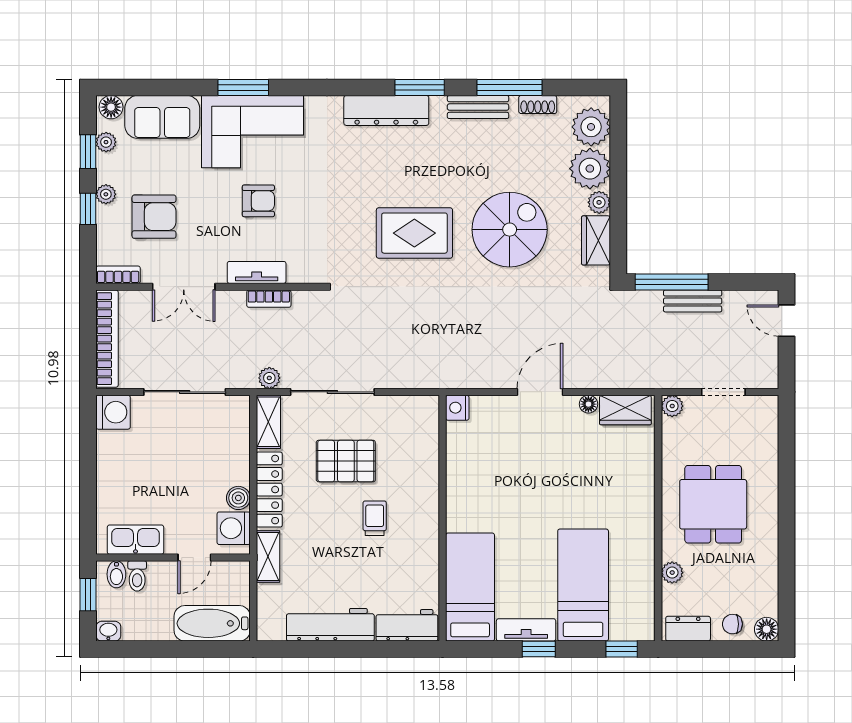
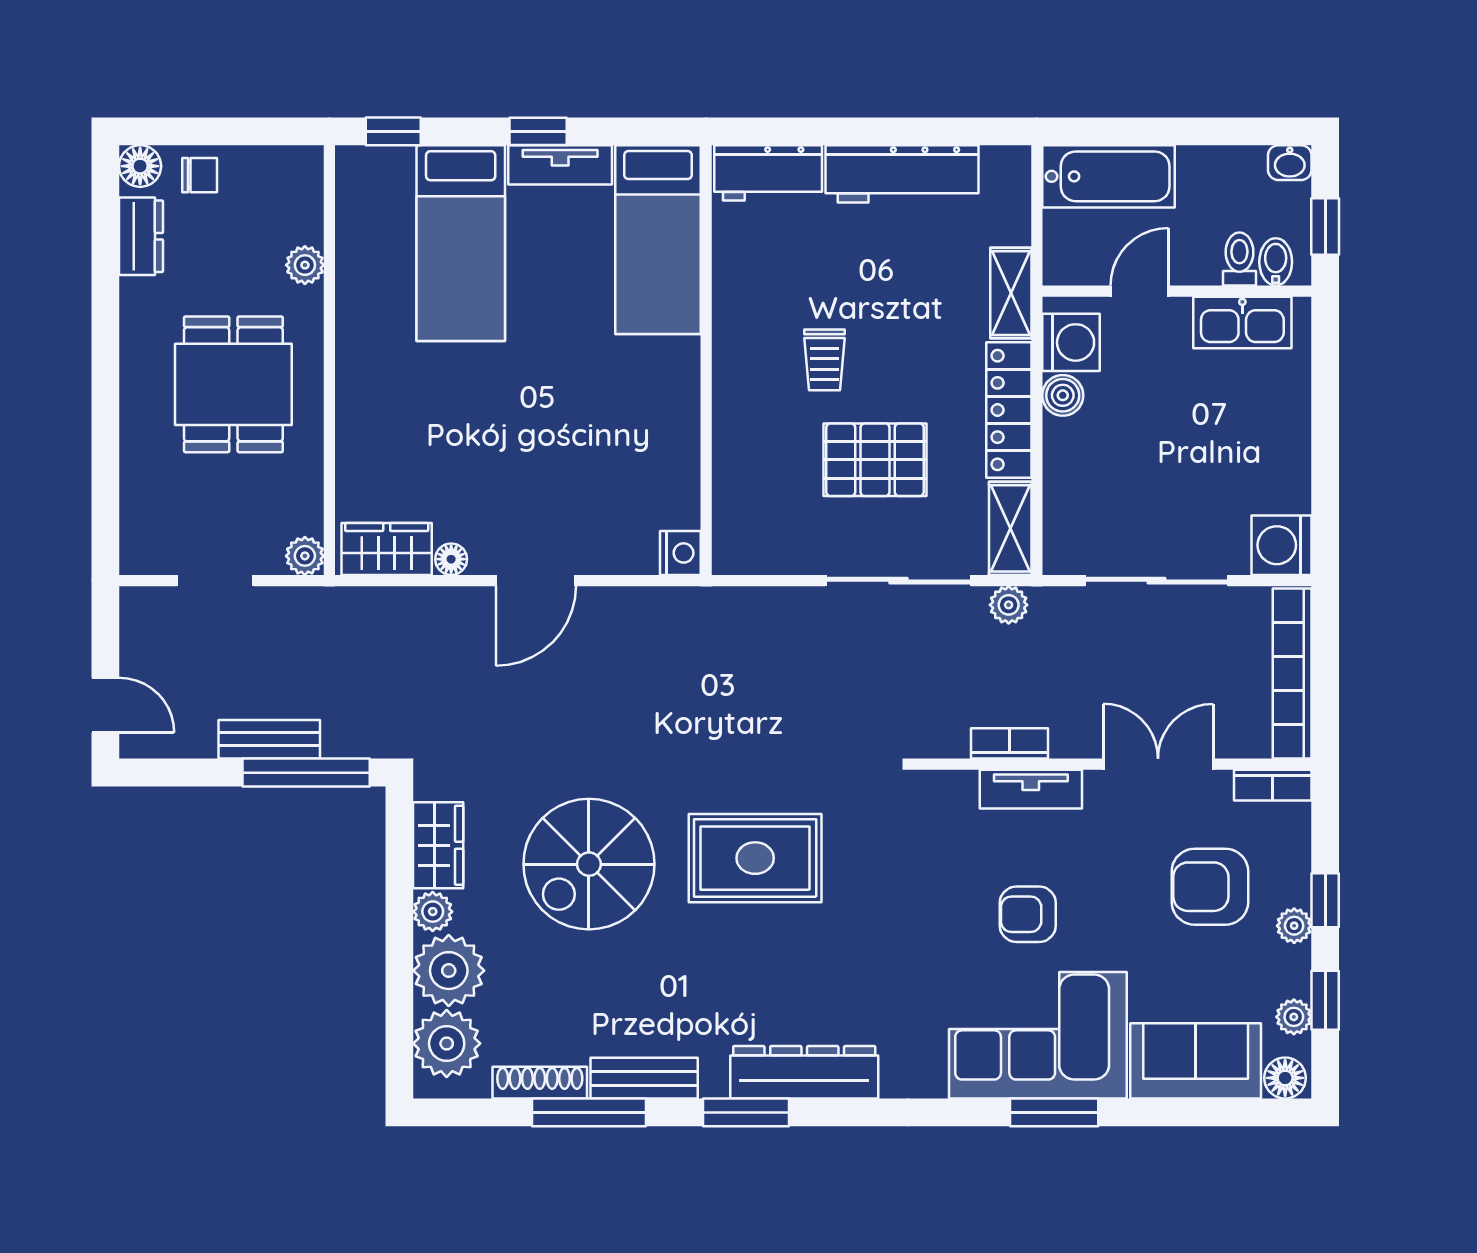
shoe rack: (538, 104) -> (540, 1083), width x1.43
dresser: (688, 629) -> (141, 236), moved, turned -90

